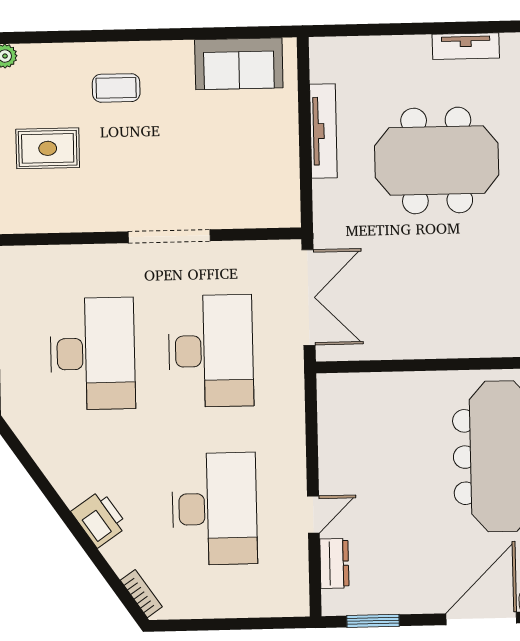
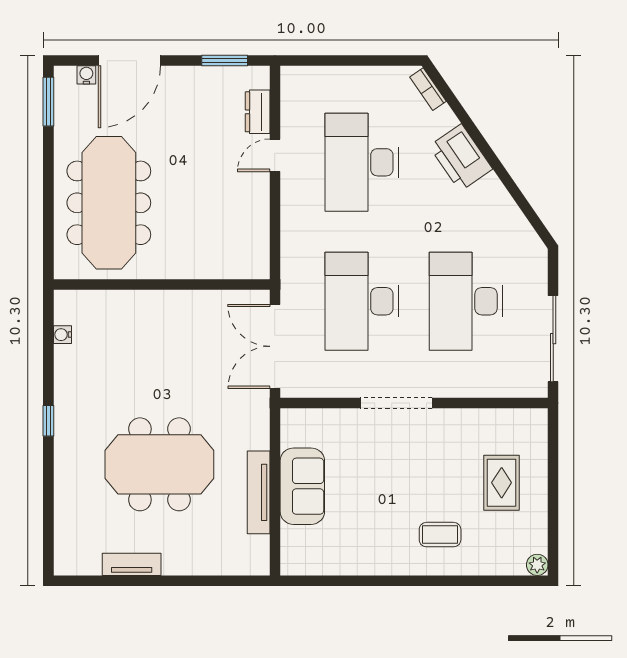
sofa: (239, 64) -> (302, 486), moved, turned 90
rug: (48, 148) -> (502, 483), turned 90
printer: (99, 519) -> (461, 158), width x1.37, depth x1.19

